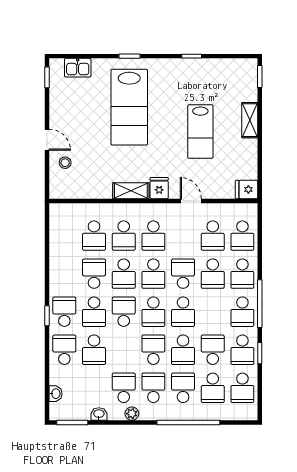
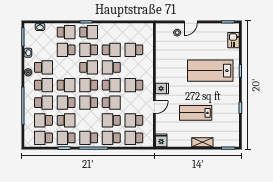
shelving: (131, 191) -> (161, 72), removed
school desk: (124, 236) -> (134, 67), removed
school desk: (153, 274) -> (111, 85), turned 180

